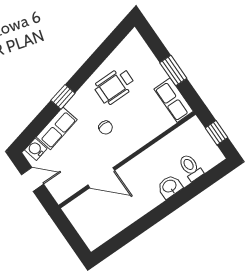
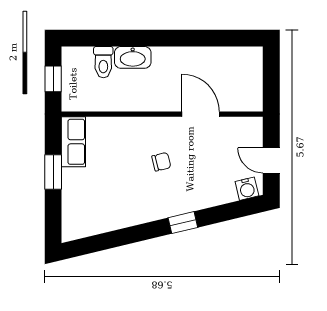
wheelchair: (115, 86) -> (123, 197), removed
row of seats: (57, 128) -> (211, 195), removed
chair: (106, 128) -> (161, 162), turned 76
washbasin: (170, 187) -> (133, 57), width x1.38

